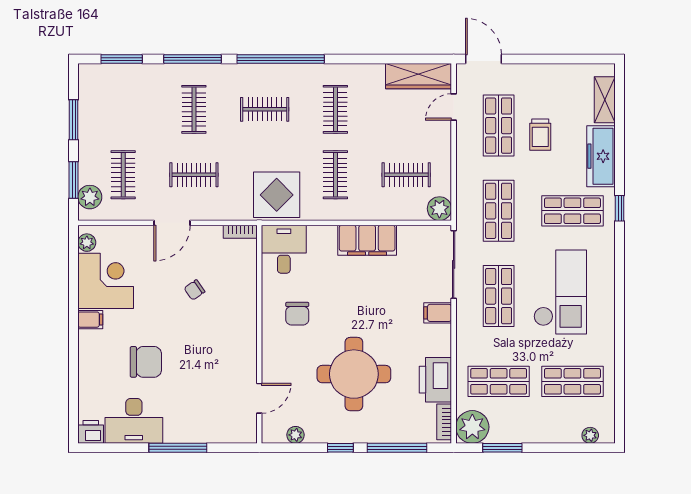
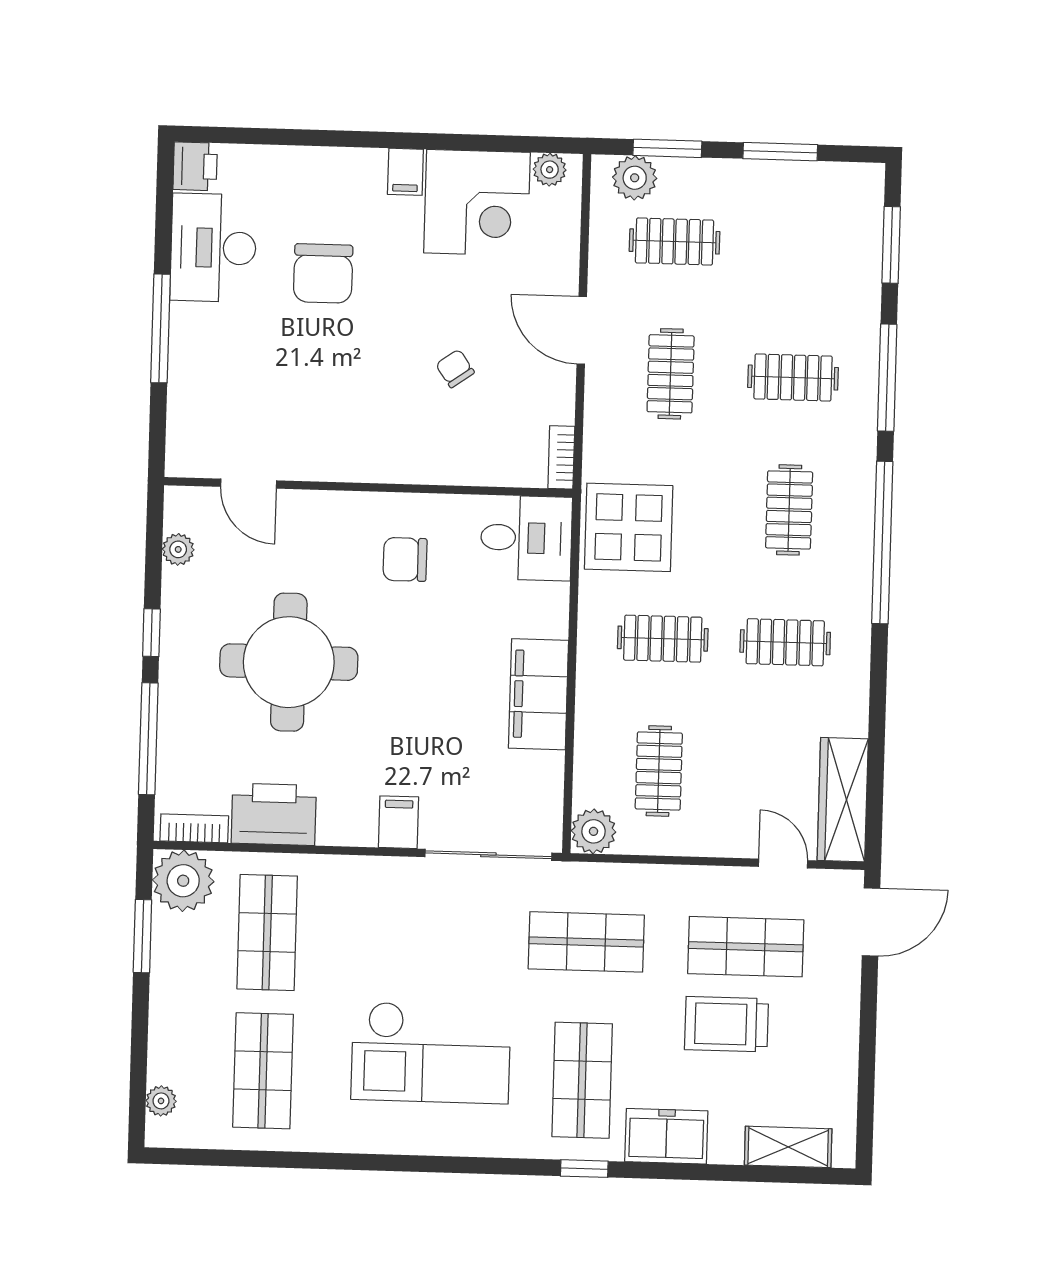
trolley: (540, 135) -> (726, 1024), width x1.36, depth x1.39
freezer: (601, 156) -> (666, 1136), width x0.71
shop shelf: (499, 296) -> (427, 937), removed

